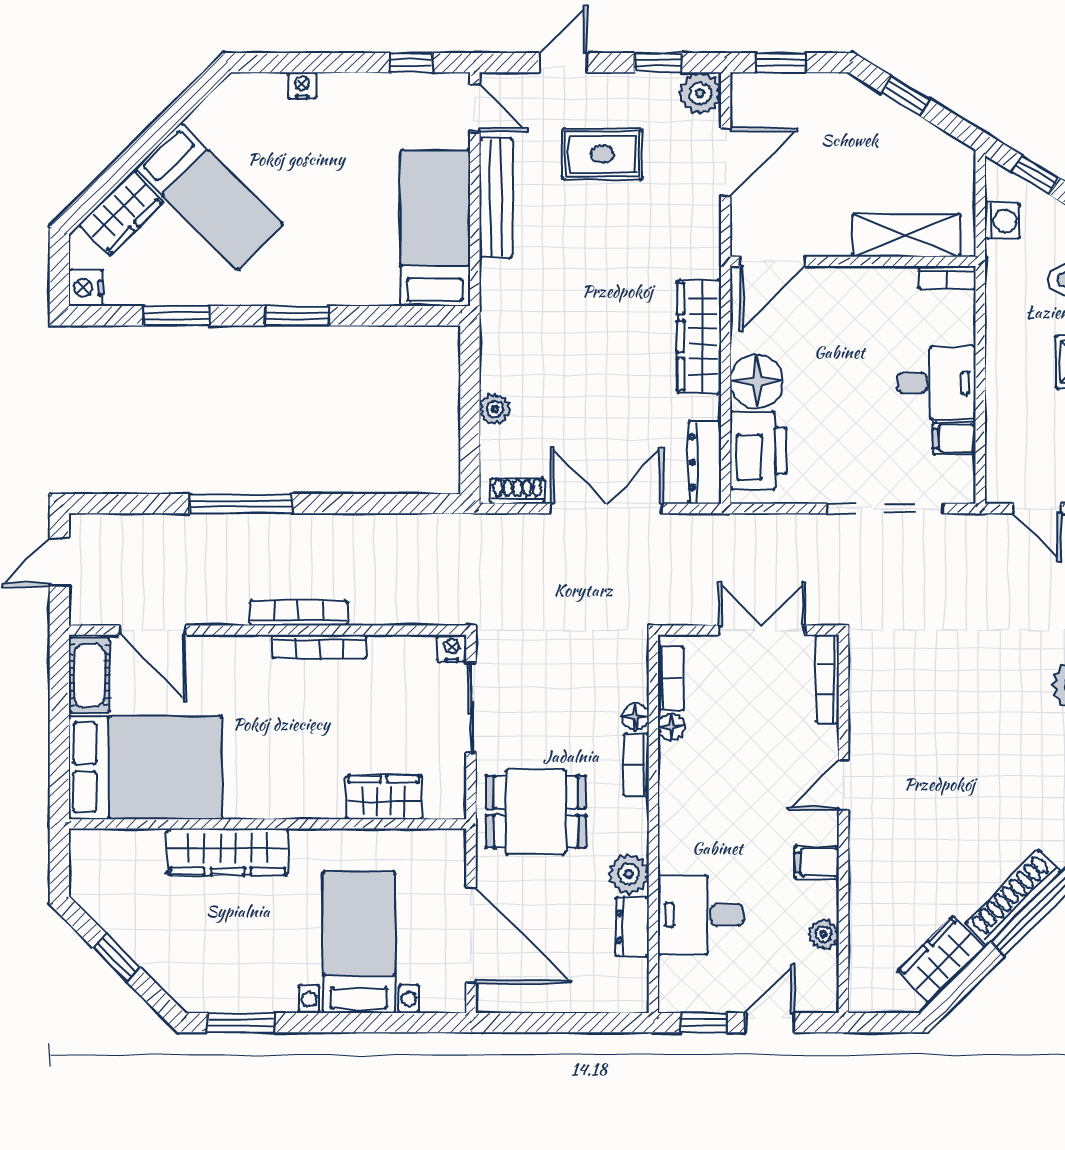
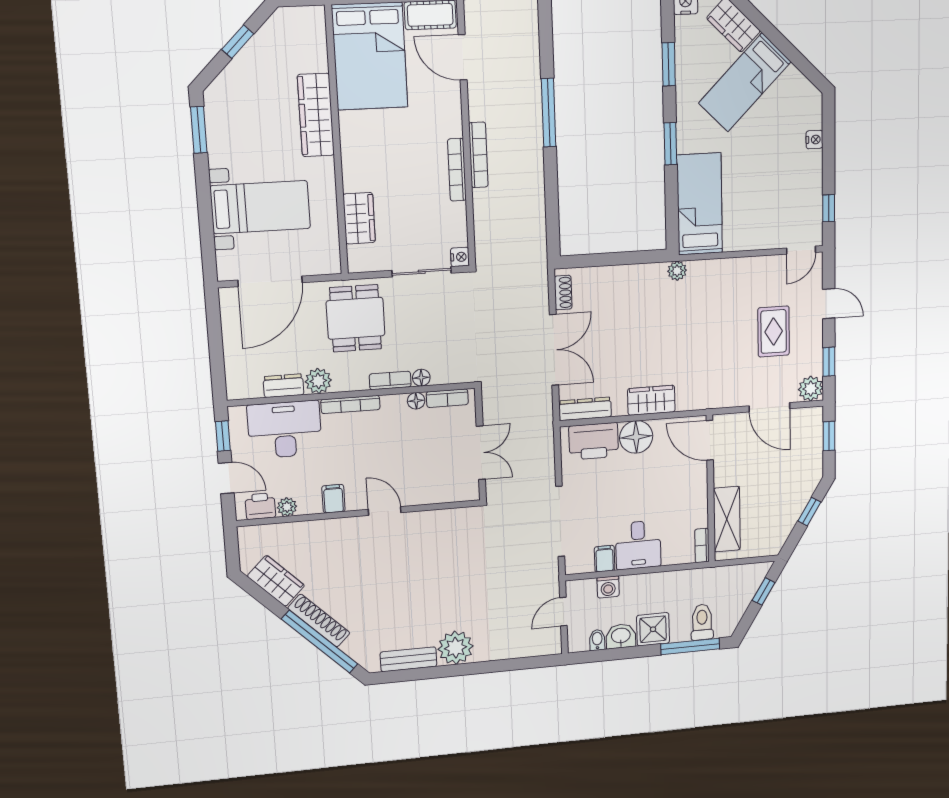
bench: (496, 198) -> (746, 267), removed
washing machine: (1002, 221) -> (608, 587), moved
bed: (435, 228) -> (700, 204), moved, turned -90
wardrobe: (699, 336) -> (651, 400), width x0.67
plant: (495, 409) -> (677, 271), moved
door: (153, 630) -> (463, 57), hinge flipped
bookcase: (827, 679) -> (350, 405), moved, turned 180
desk: (701, 915) -> (285, 430), width x1.37
printer: (819, 975) -> (260, 506), added

